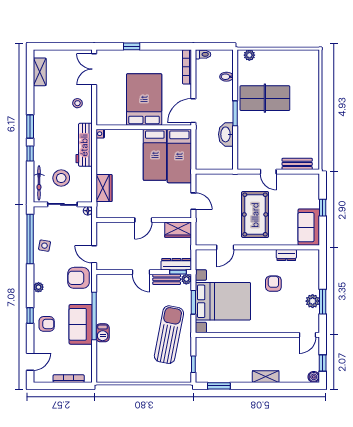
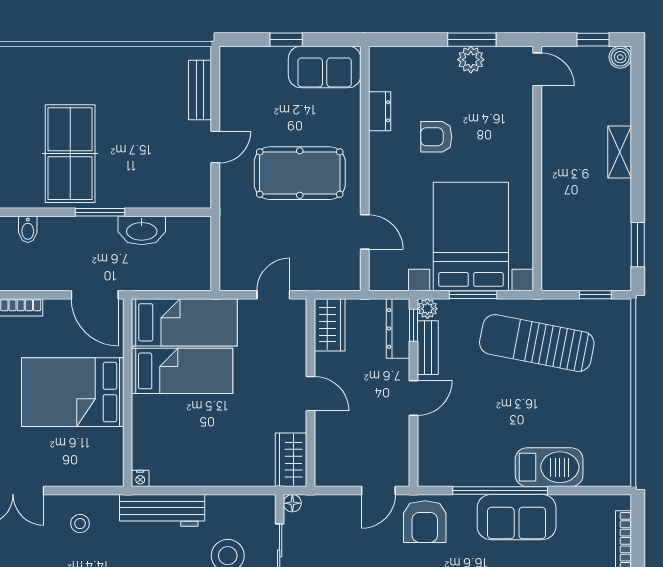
wardrobe: (104, 188) -> (291, 460), moved, turned -90
barbecue: (103, 333) -> (549, 467), width x1.88, depth x1.53

